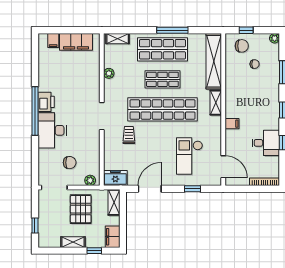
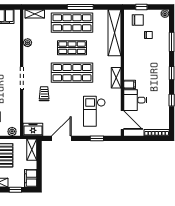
shelving: (216, 103) -> (116, 78), moved
shop shelf: (162, 109) -> (72, 73), width x0.71
desk: (266, 143) -> (135, 100), moved, turned 180

